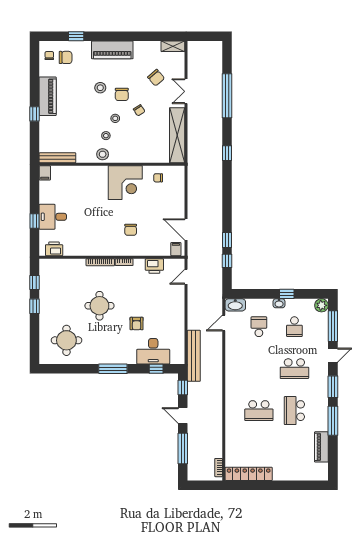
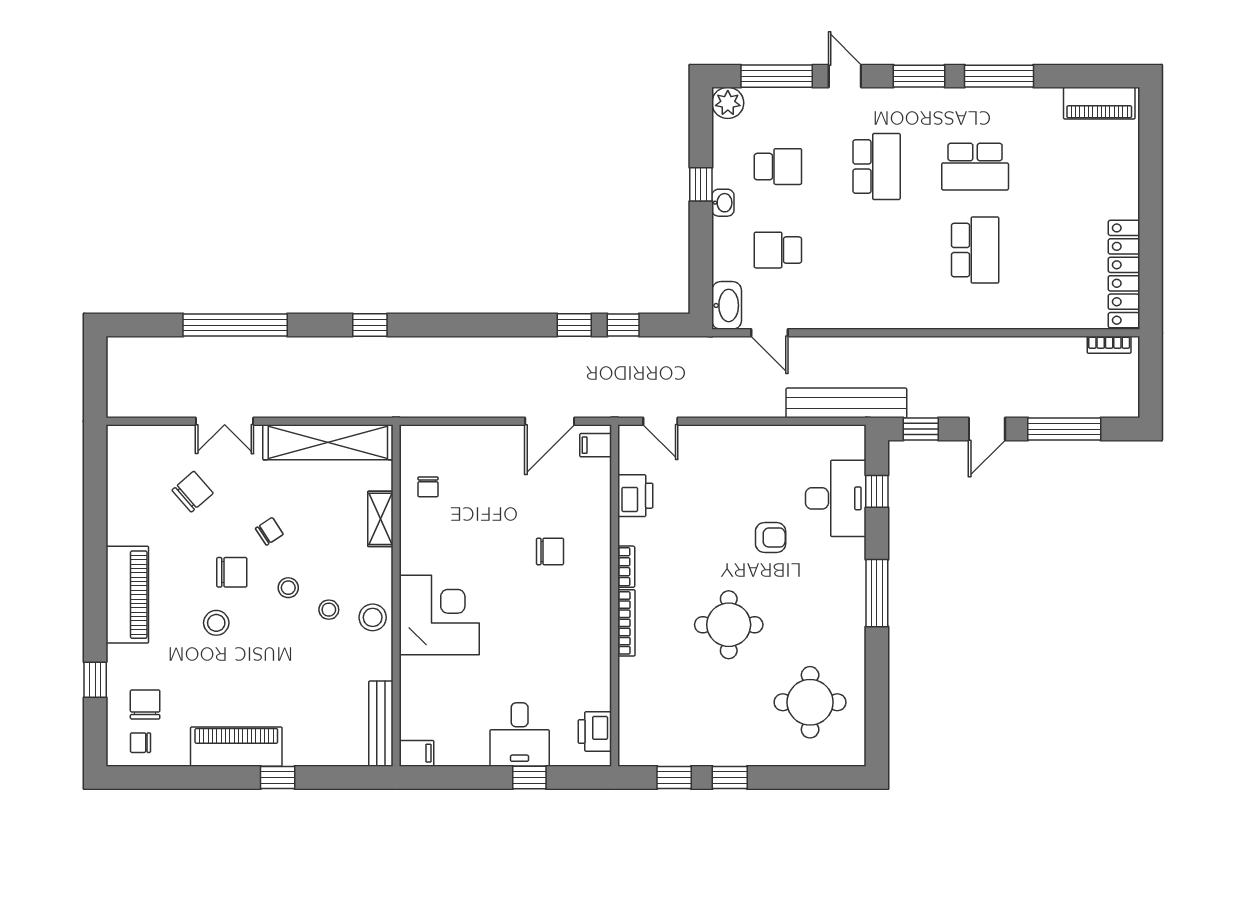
shelving: (173, 46) -> (380, 519), moved
corner desk: (125, 183) -> (439, 615), moved
piano: (321, 447) -> (1099, 103), moved

